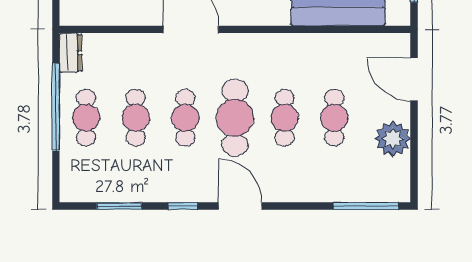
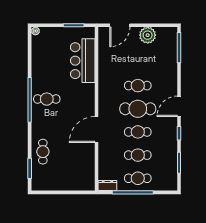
cafe table: (334, 118) -> (138, 62), removed

